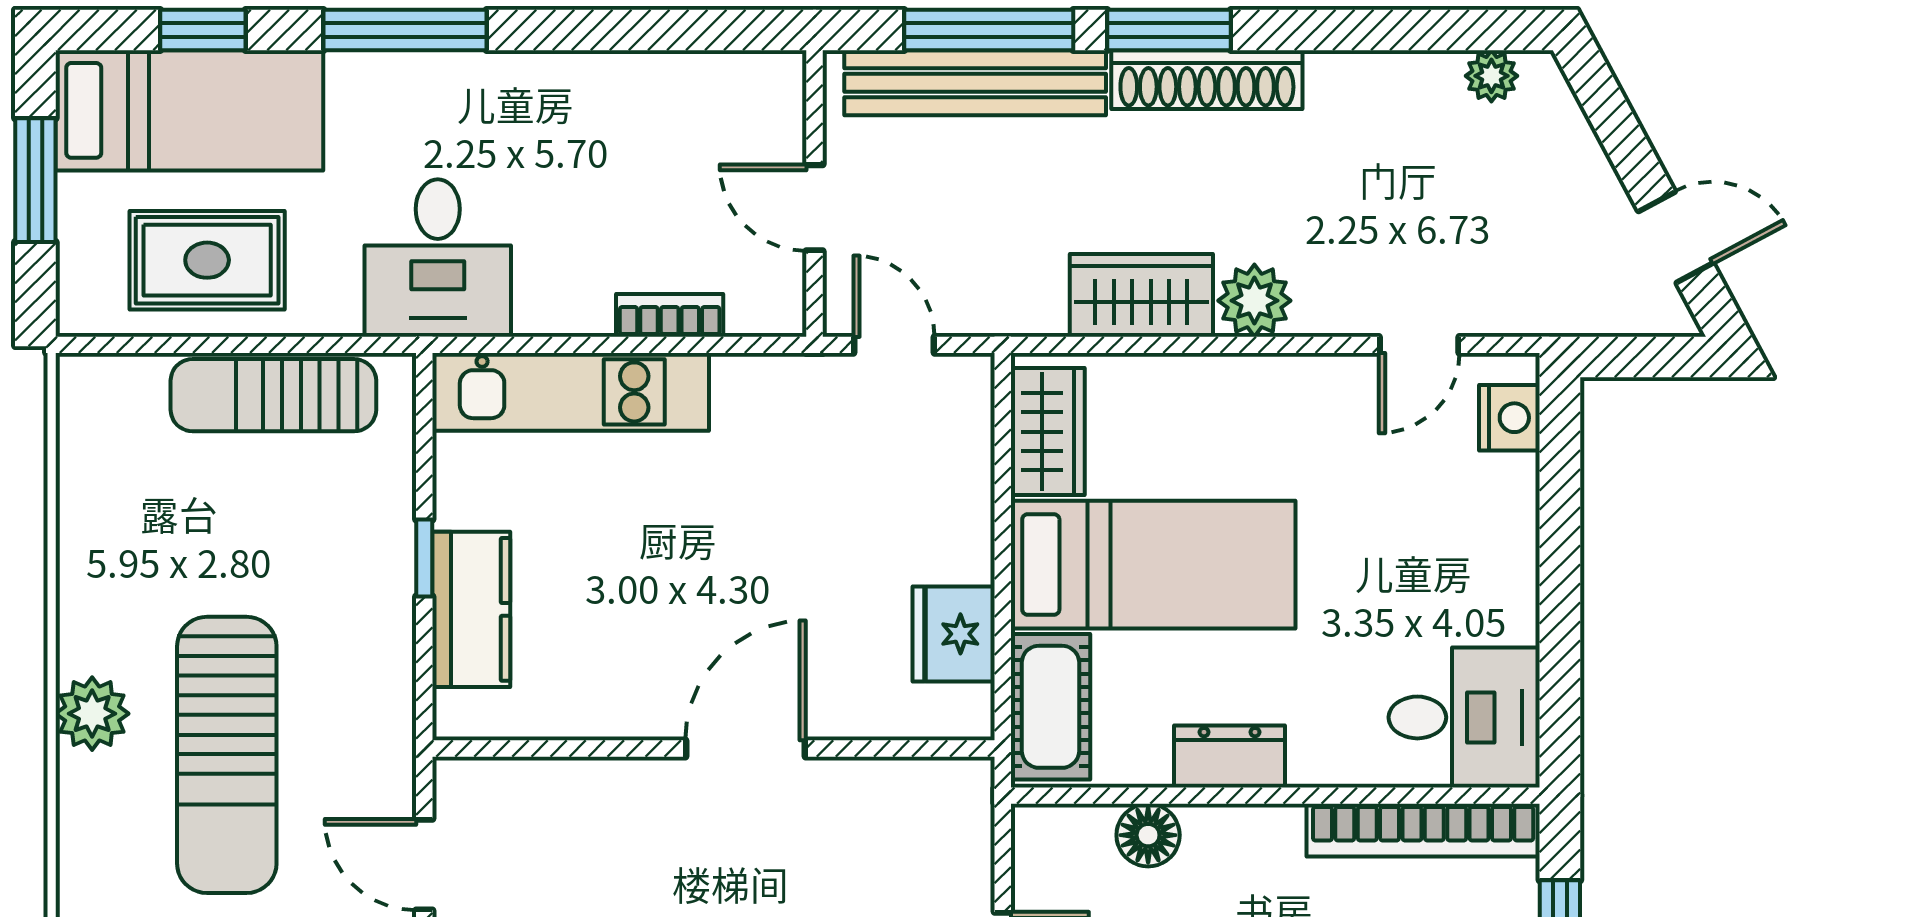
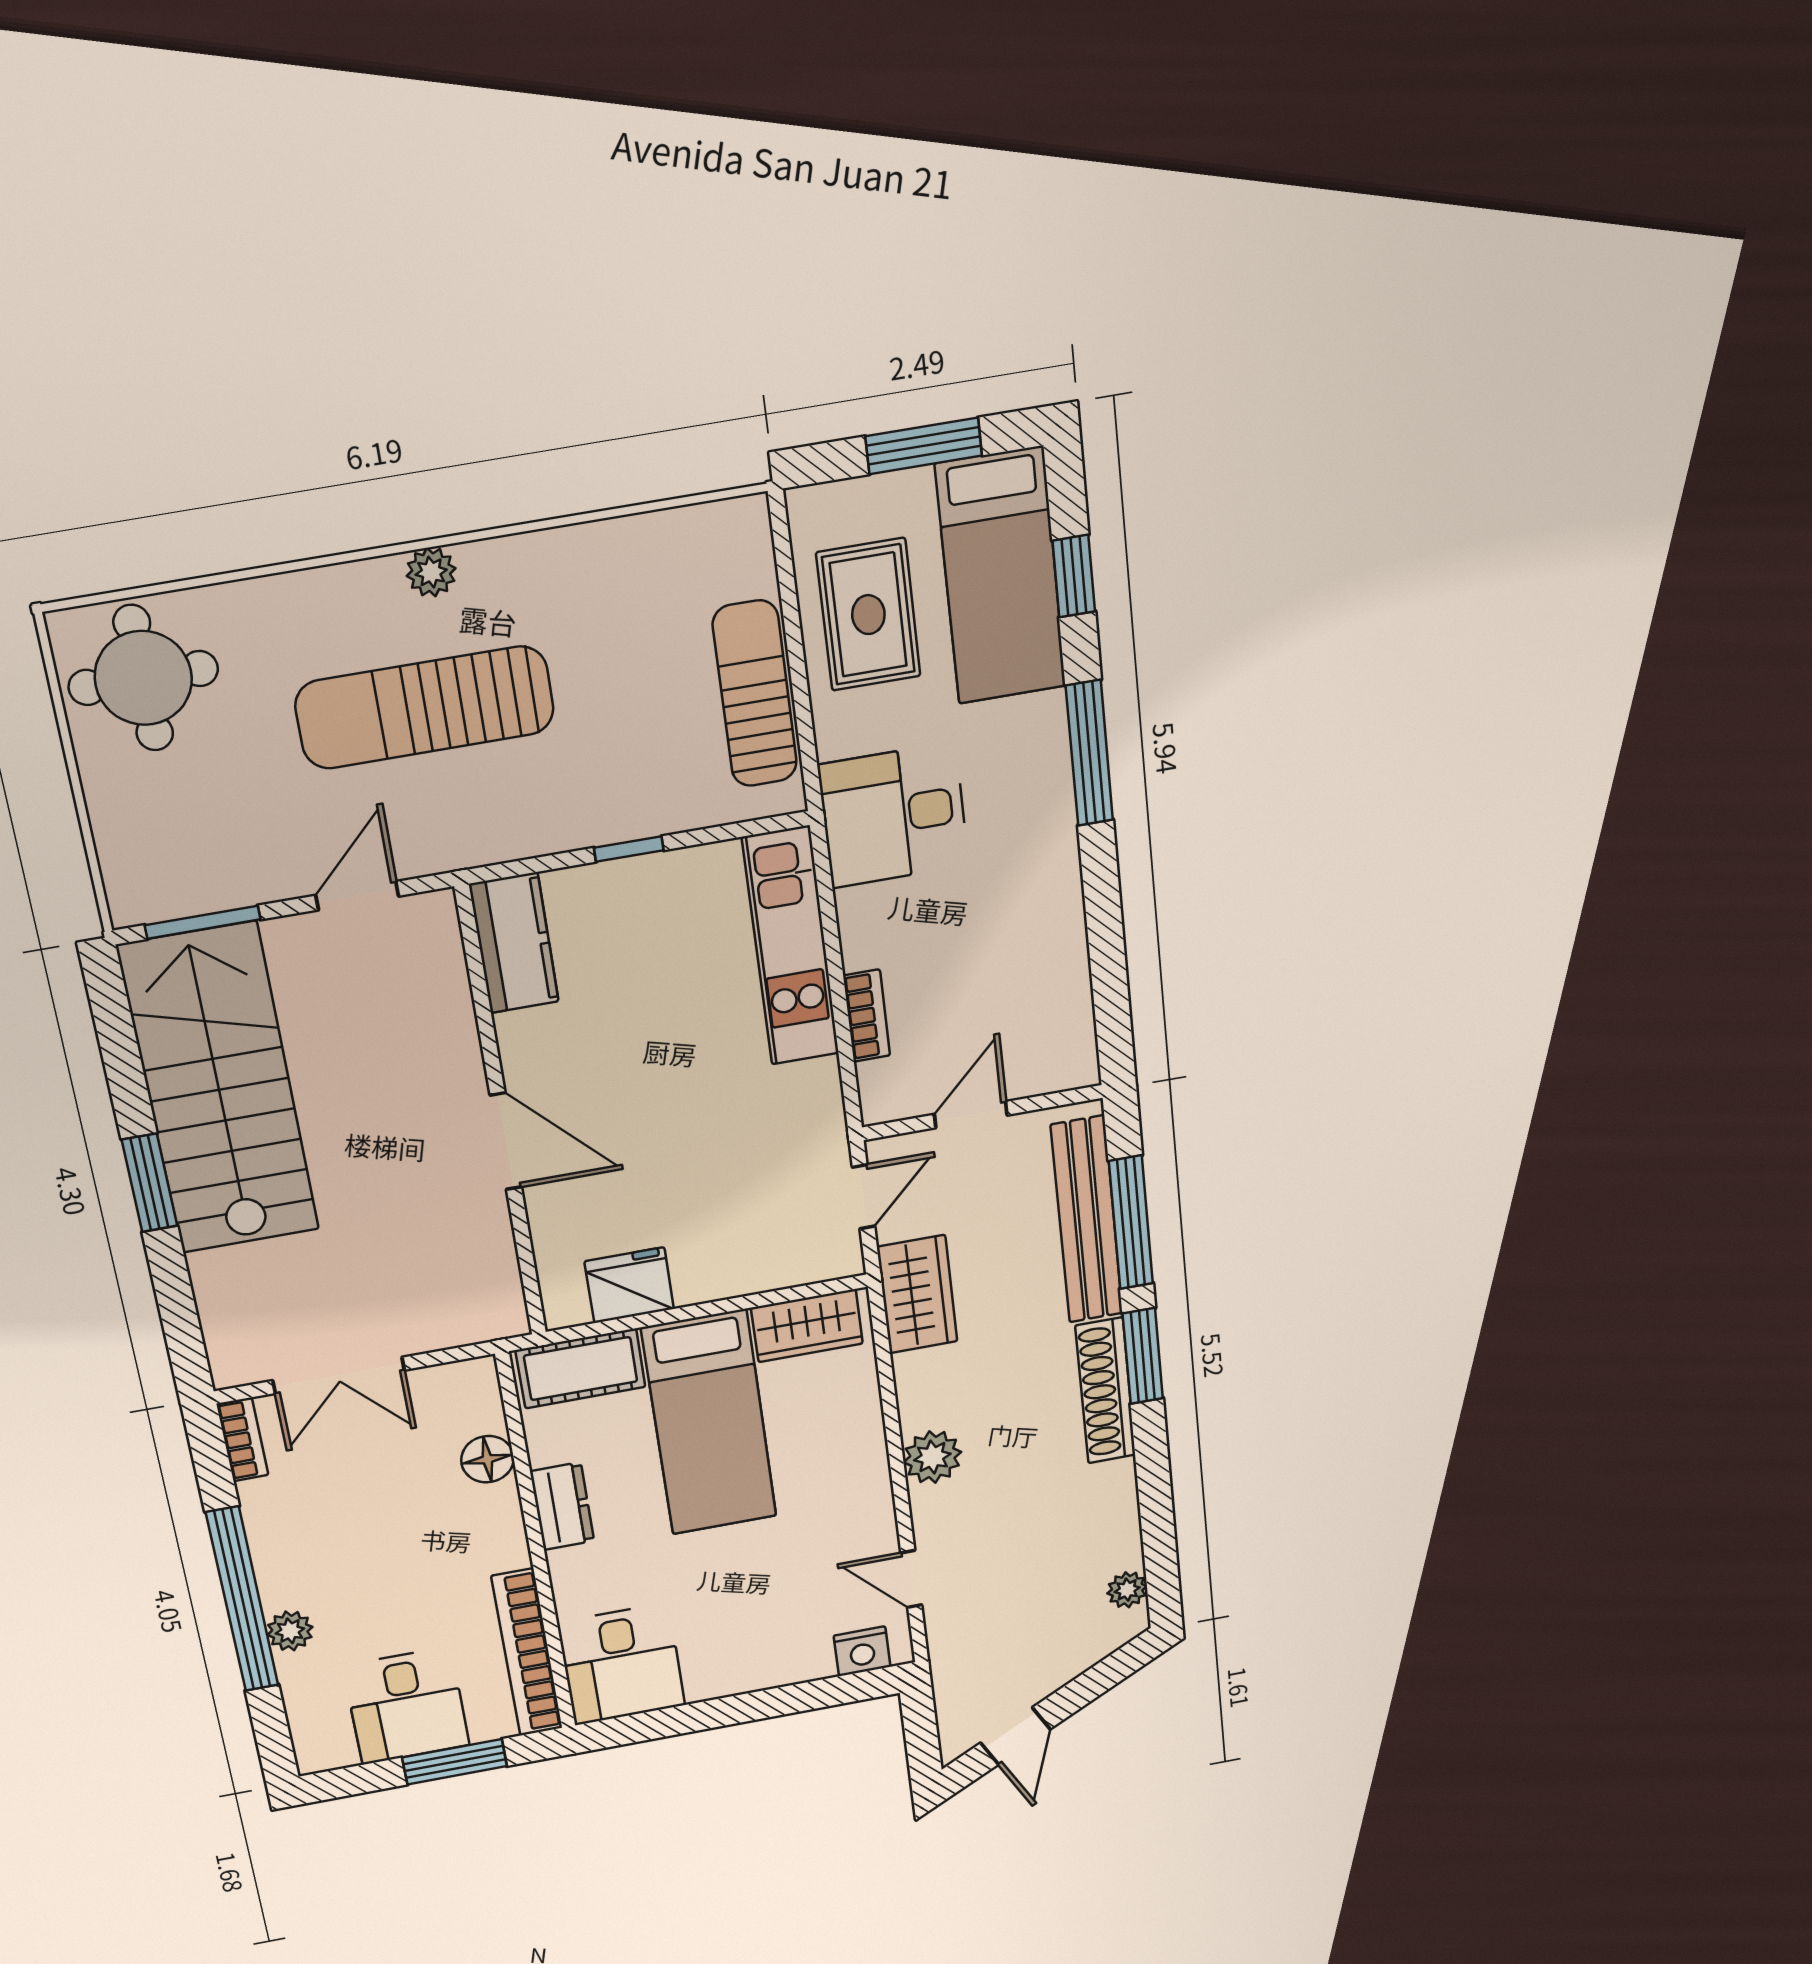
wardrobe: (1141, 295) -> (917, 1294), moved
kitchen counter: (471, 609) -> (514, 943), moved, turned -90
plant: (92, 714) -> (431, 572), width x0.73, depth x0.73

